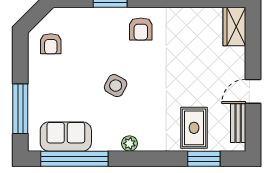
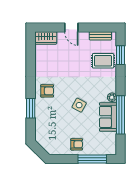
armchair: (51, 44) -> (77, 144), moved
door: (253, 91) -> (71, 27), moved
sofa: (66, 137) -> (108, 117), moved
window: (74, 159) -> (120, 115), moved

